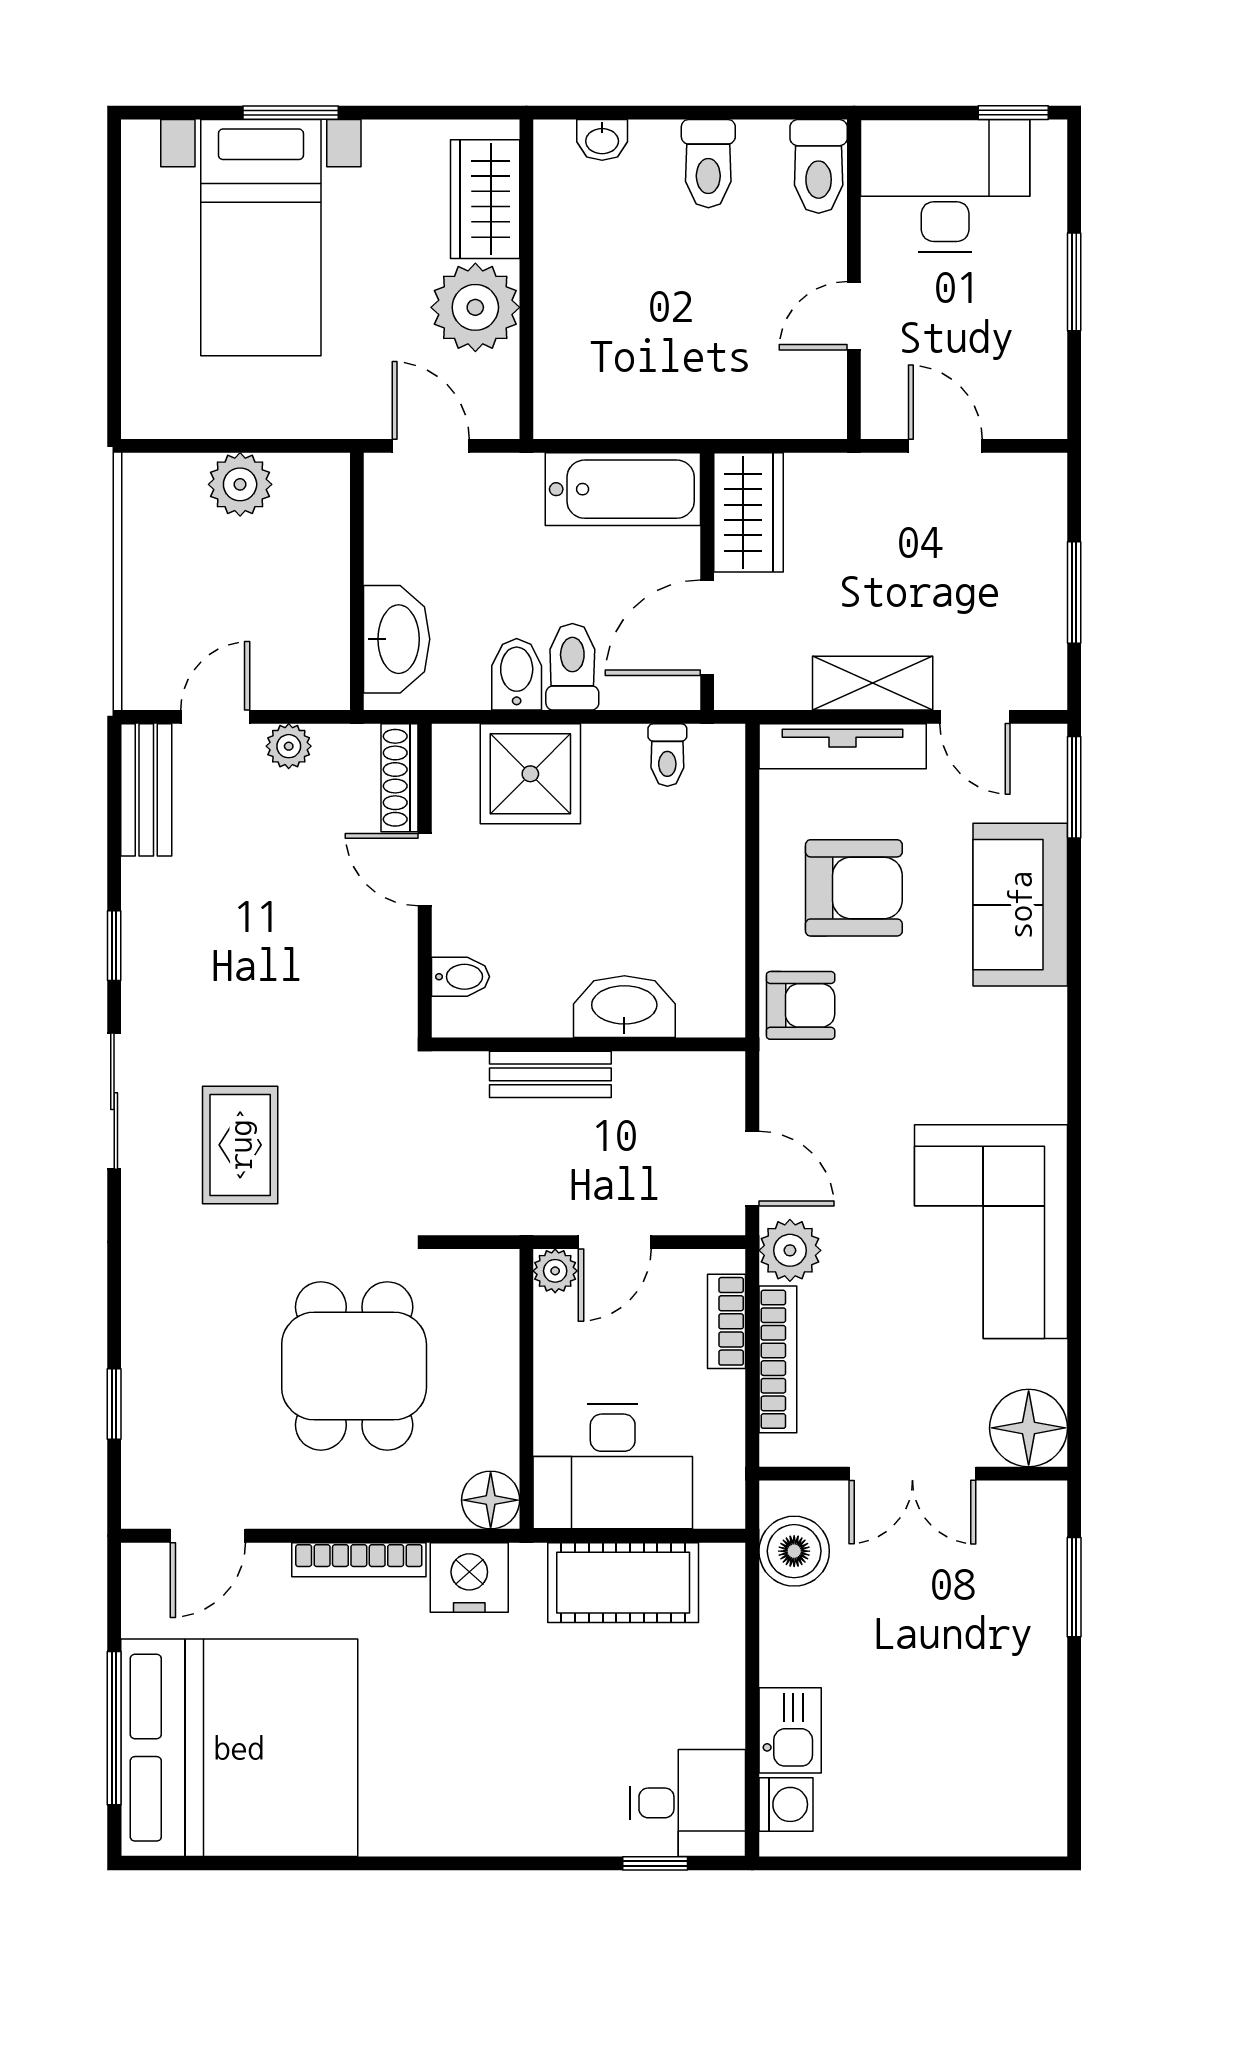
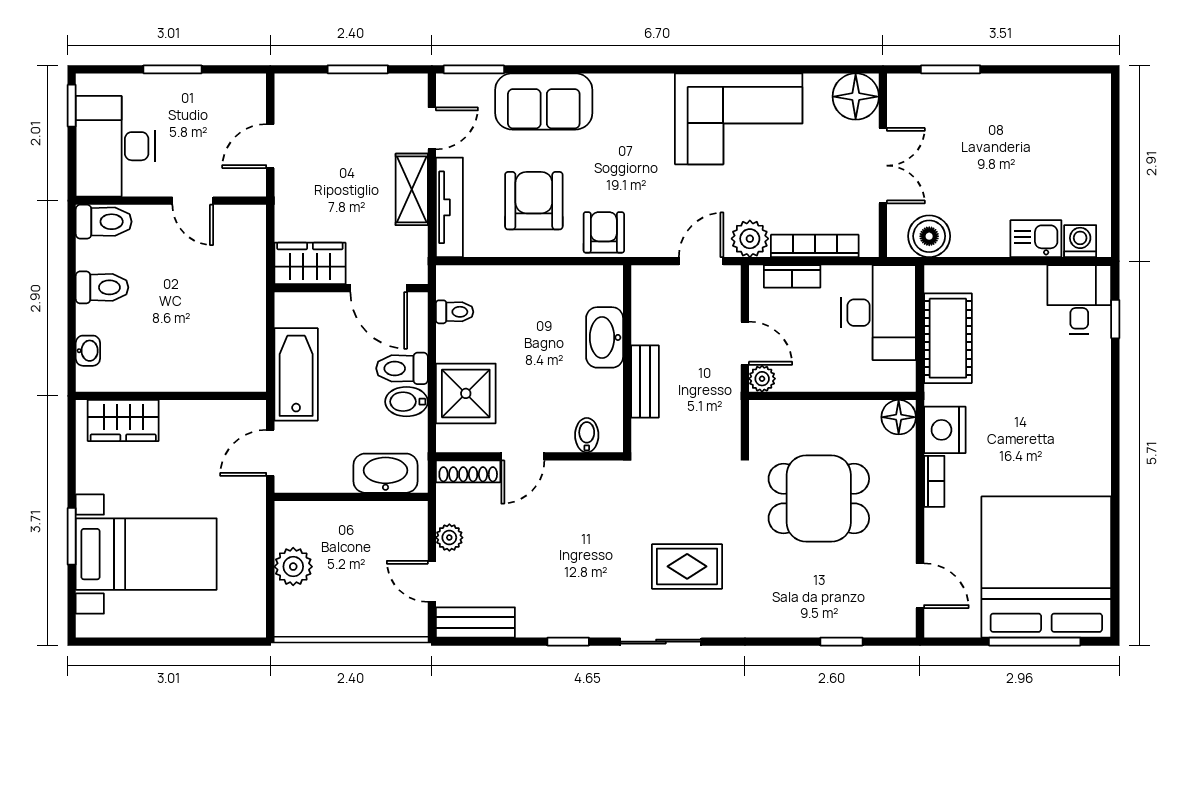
plant: (475, 307) -> (188, 426), removed
bathtub: (623, 489) -> (296, 374), moved
desk: (613, 1466) -> (879, 313), moved
bookcase: (359, 1560) -> (934, 481), width x0.64

